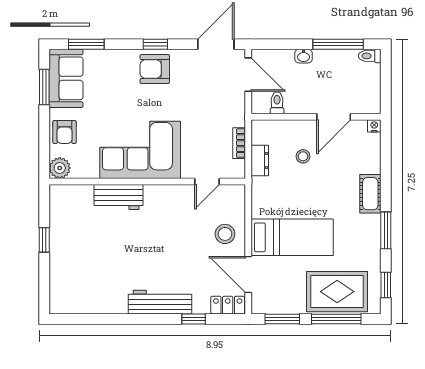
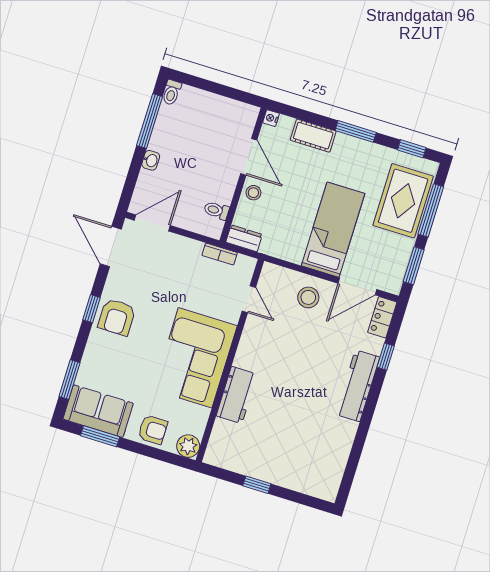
toilet: (277, 103) -> (216, 210), moved
wall: (316, 117) -> (243, 175), moved
door: (334, 117) -> (249, 157), moved
nightstand: (374, 126) -> (271, 118), moved

